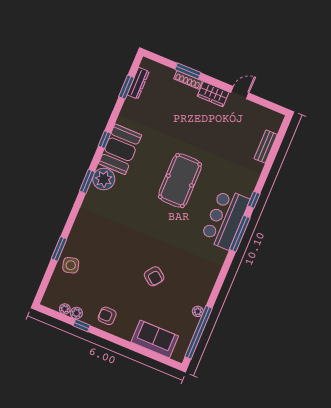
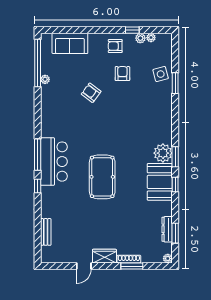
plant: (146, 63) -> (168, 258), added
dresser: (138, 83) -> (167, 229), moved
window: (87, 181) -> (175, 157), moved
armchair: (112, 283) -> (122, 74), added
armchair: (107, 316) -> (115, 46), turned 180

